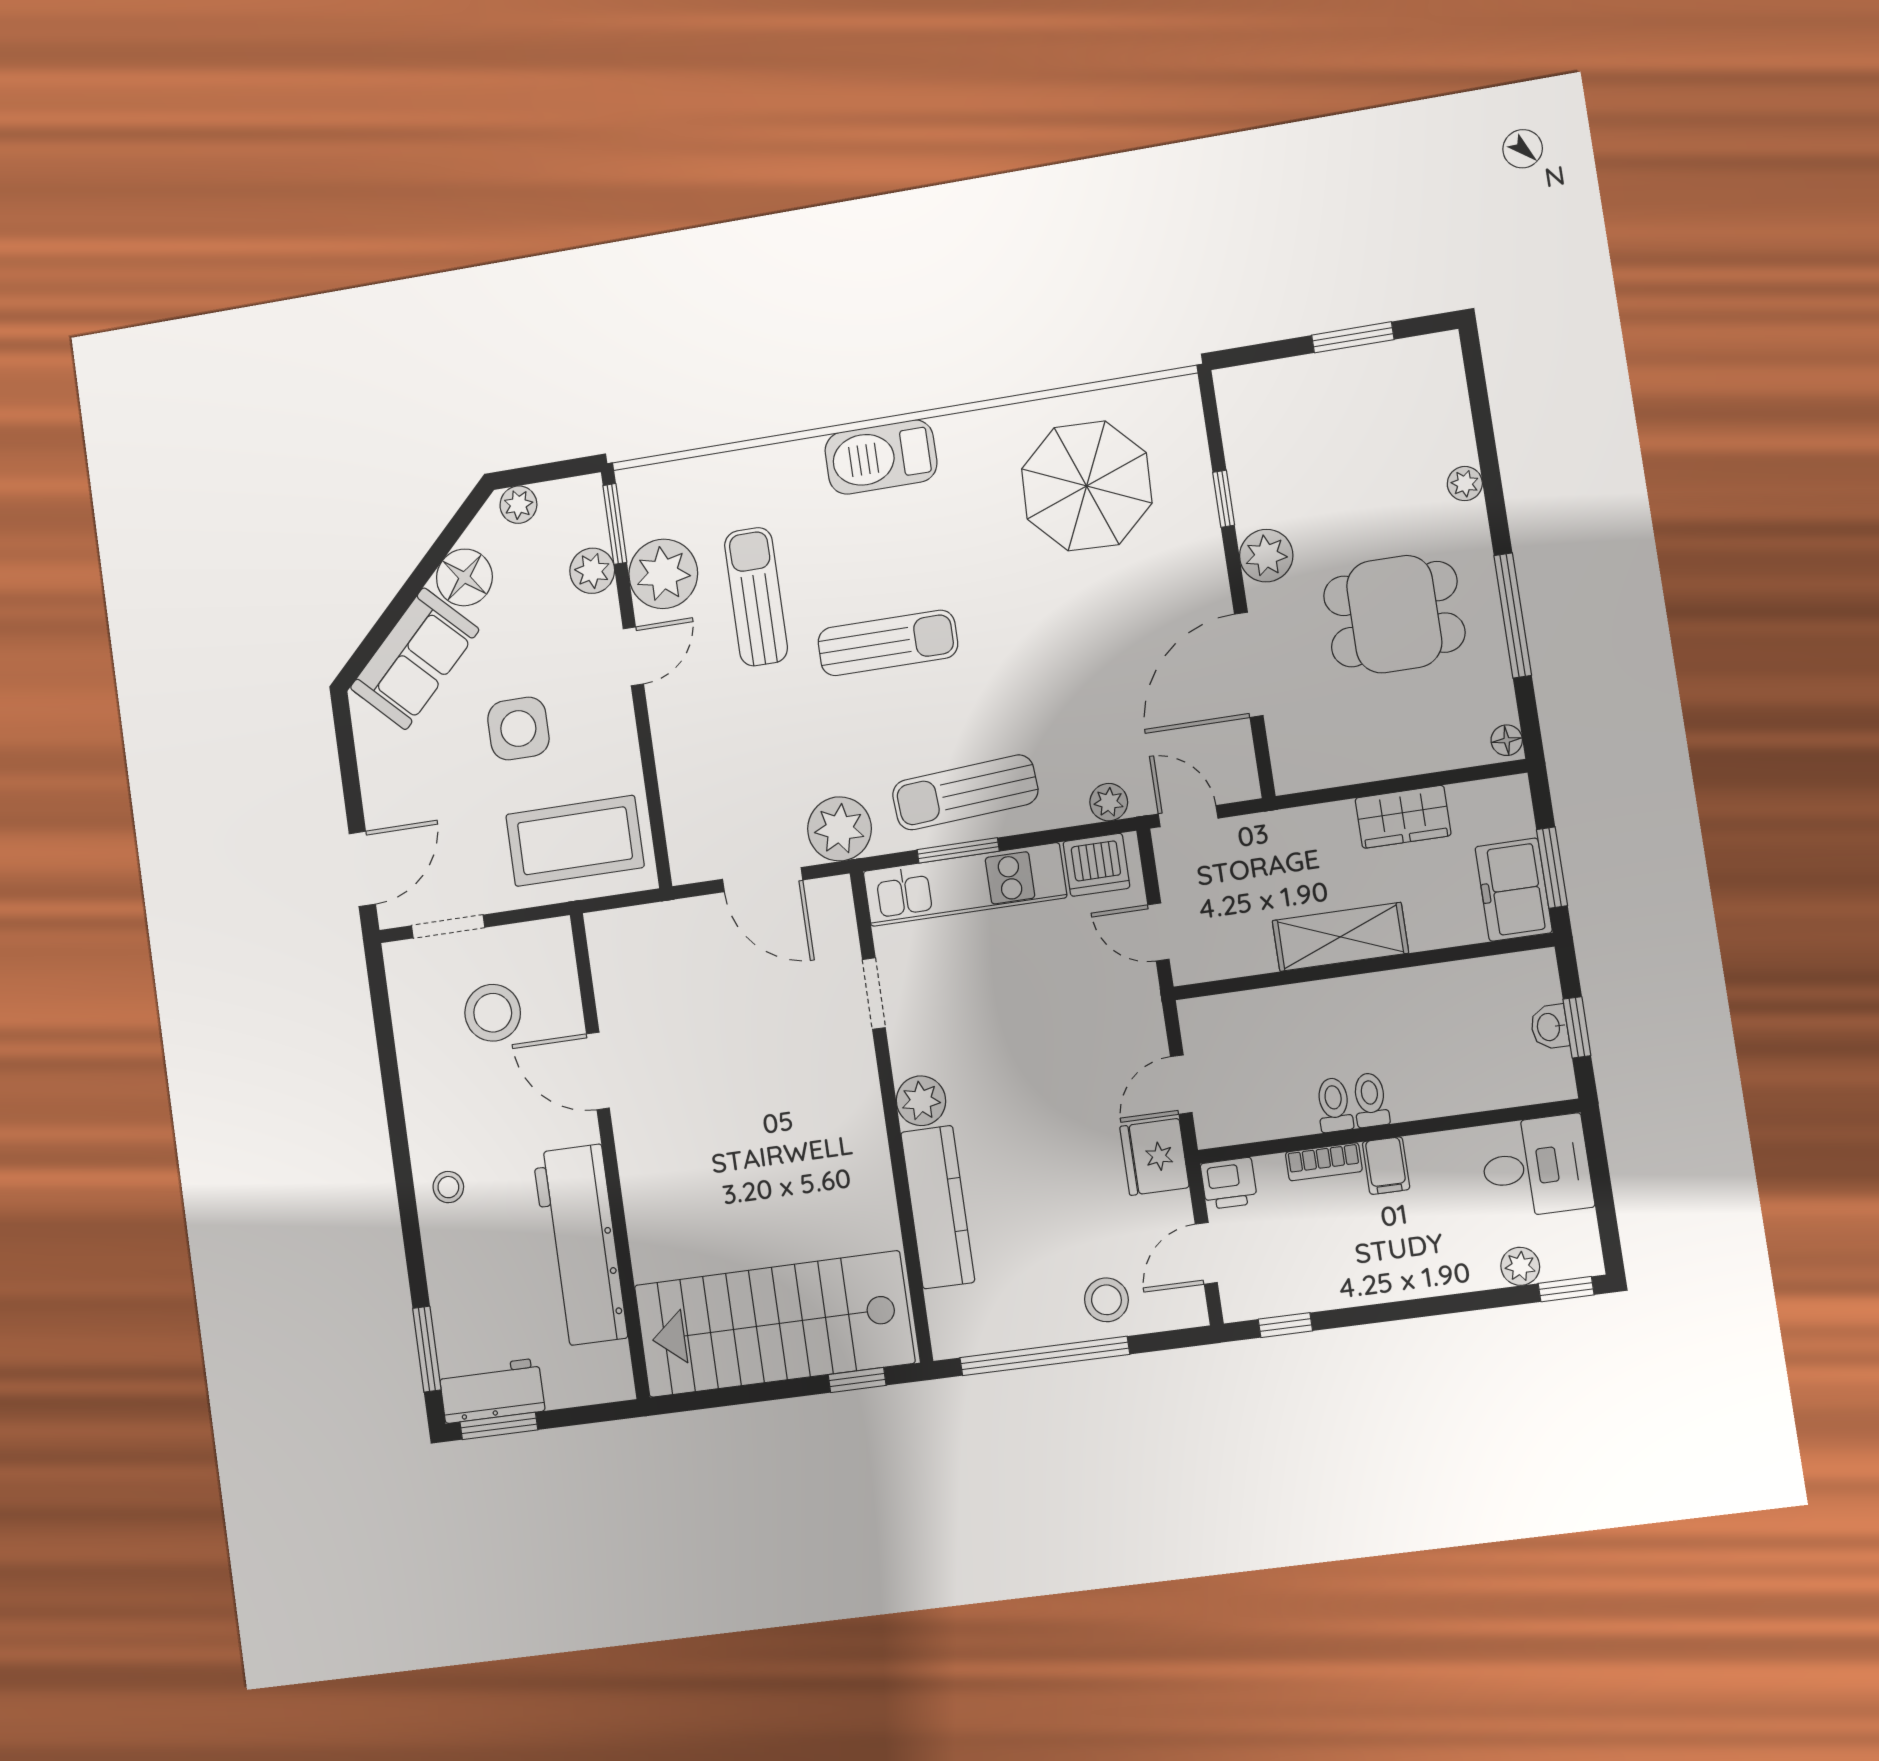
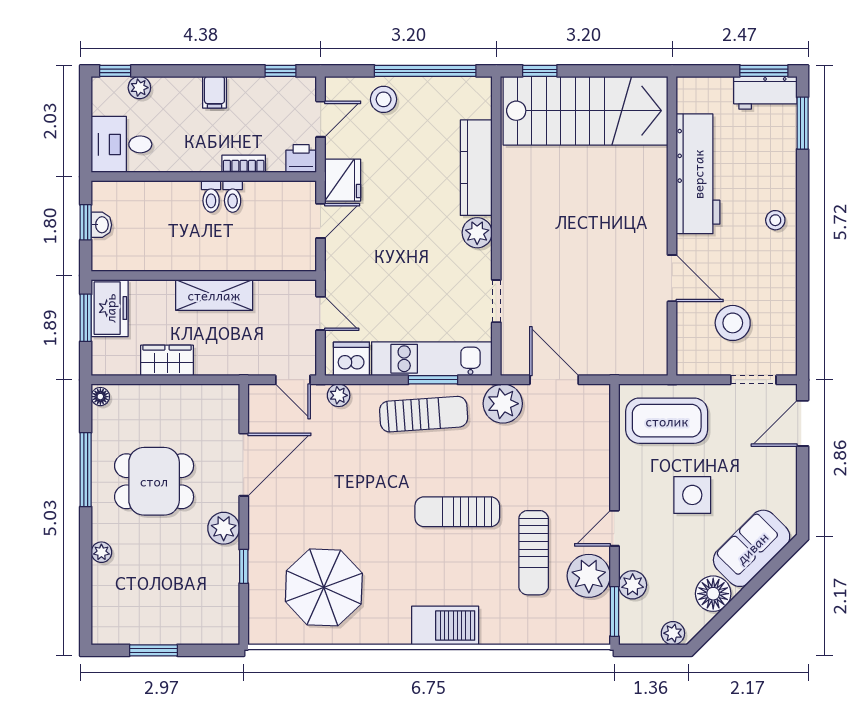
filing cabinet: (1386, 1166) -> (214, 92), moved, turned 180

